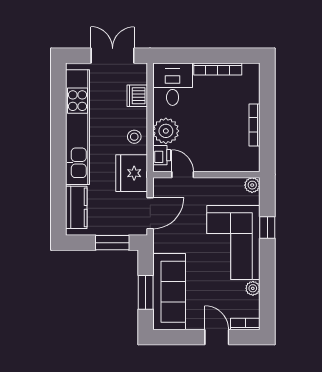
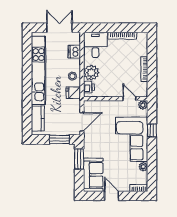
fridge: (132, 173) -> (73, 93), width x0.53, depth x0.75
door: (183, 175) -> (129, 99), moved
window: (146, 292) -> (79, 159), moved
sofa: (169, 292) -> (93, 175), width x0.73
door: (217, 337) -> (112, 196), moved

